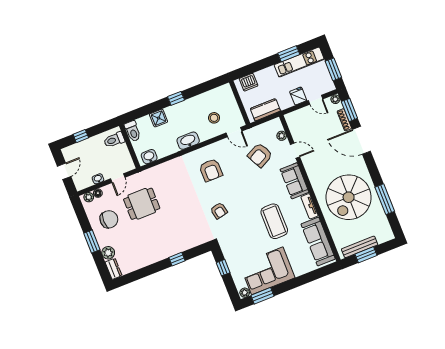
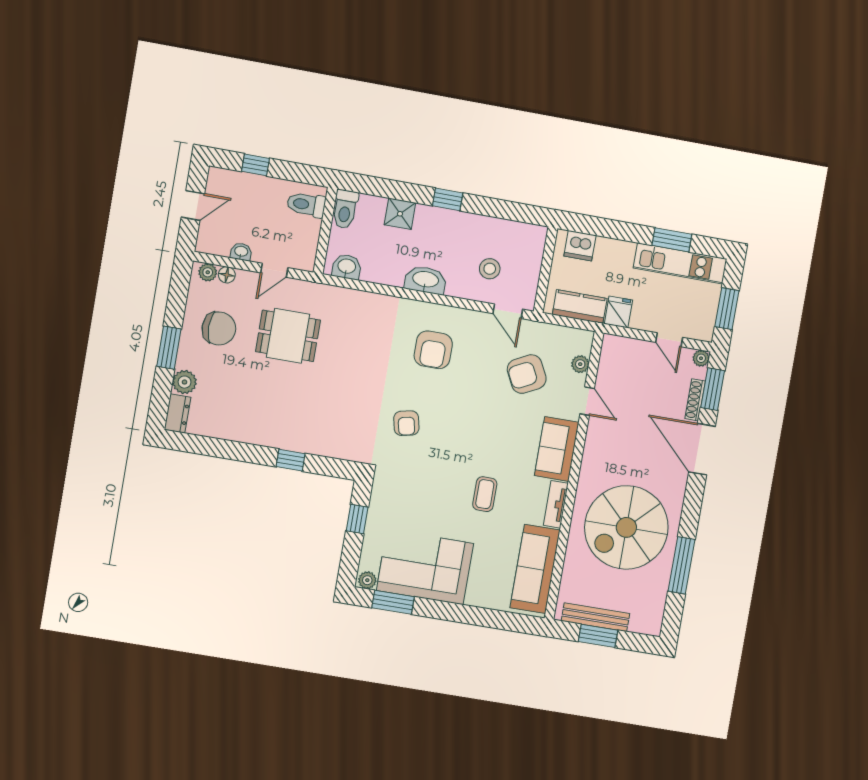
fridge: (298, 96) -> (618, 312), moved
coffee table: (274, 221) -> (485, 494), width x0.54, depth x0.58

